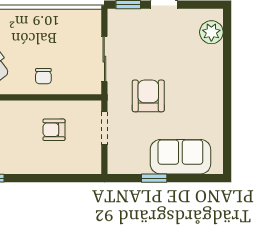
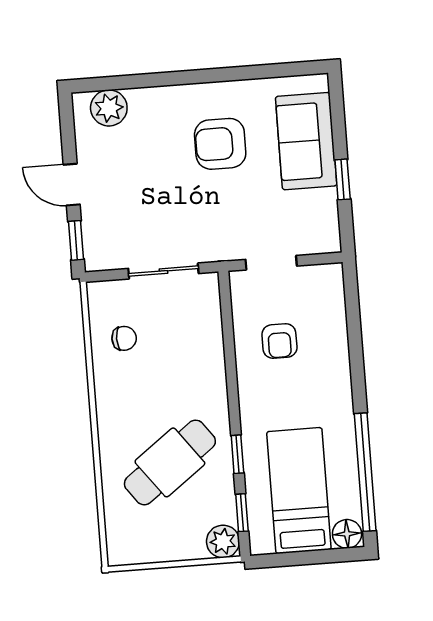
chair: (43, 76) -> (124, 338), moved
armchair: (148, 96) -> (220, 144), moved

